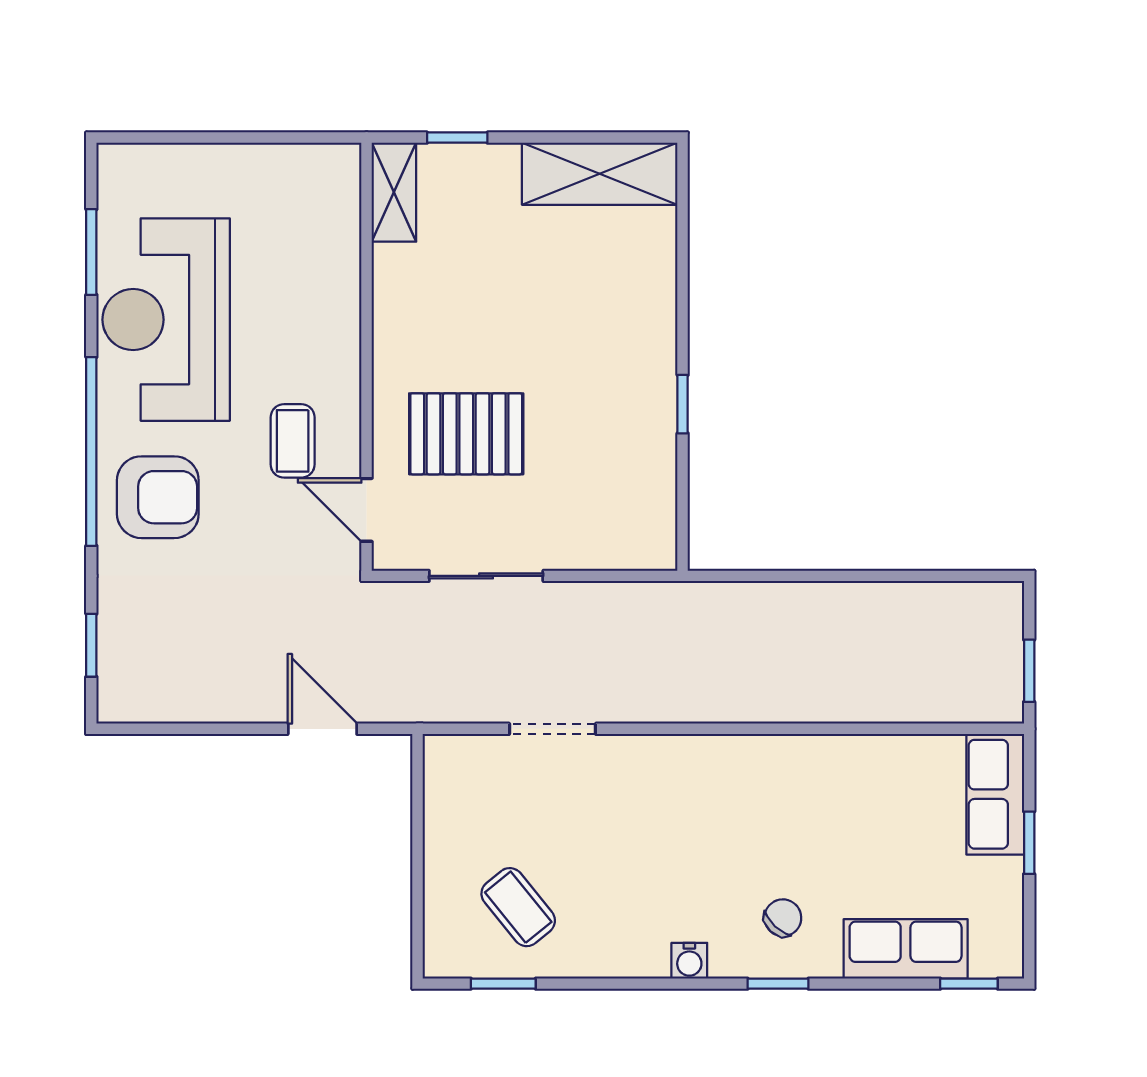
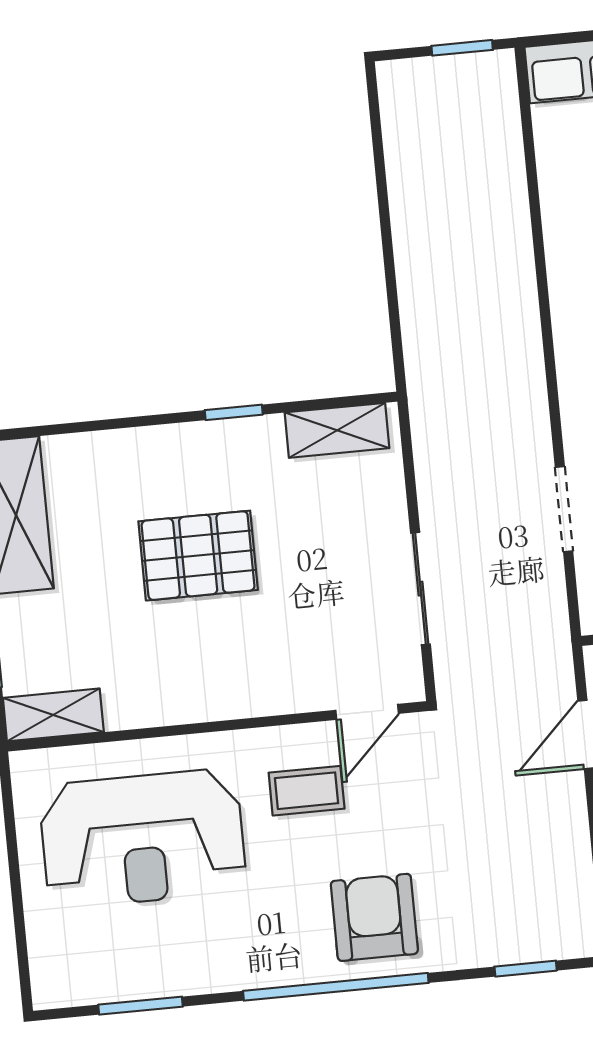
reception desk: (166, 320) -> (143, 839), moved
pallet: (466, 434) -> (198, 556), moved, turned 90
shelving: (654, 507) -> (337, 430), added

